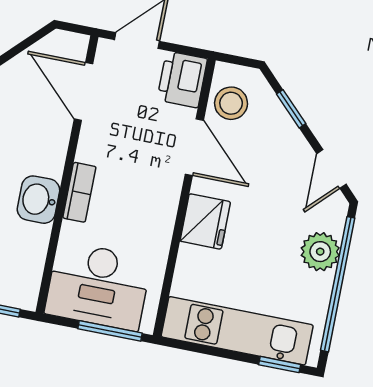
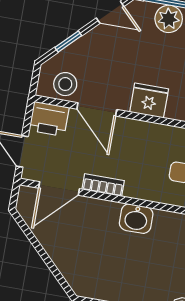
door: (194, 147) -> (97, 109), swing flipped
bookcase: (79, 192) -> (103, 185), moved

